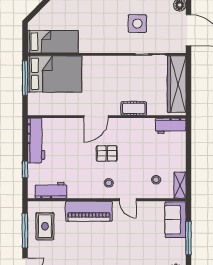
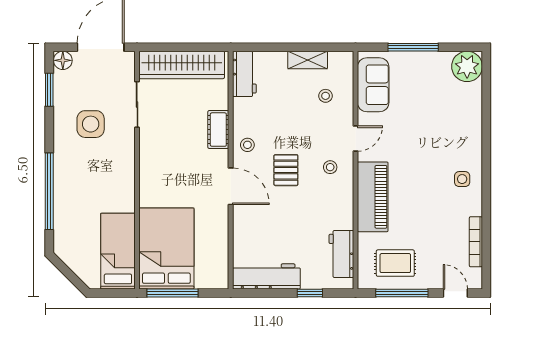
stool: (124, 128) -> (247, 145), added
shelving: (180, 185) -> (308, 60), moved
sofa: (175, 220) -> (373, 85), moved, turned -90

